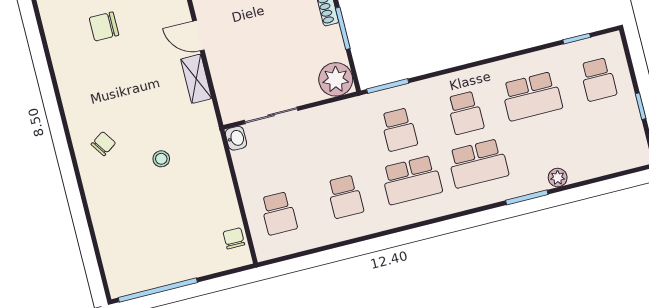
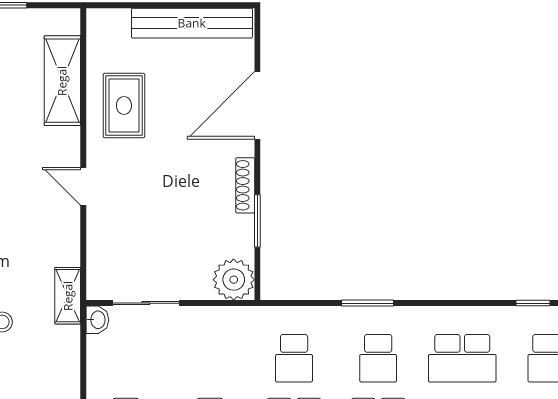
shelving: (196, 79) -> (68, 296), moved
window: (388, 86) -> (368, 303), moved

